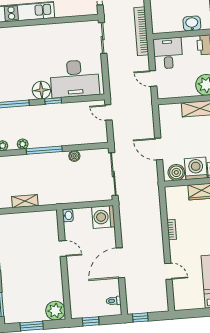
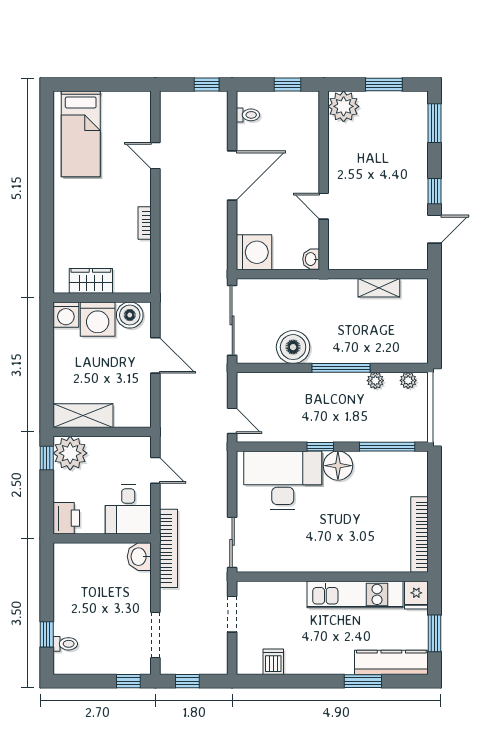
washbasin: (192, 24) -> (139, 557), moved, turned 90
boiler: (74, 156) -> (293, 347), width x1.86, depth x1.86

